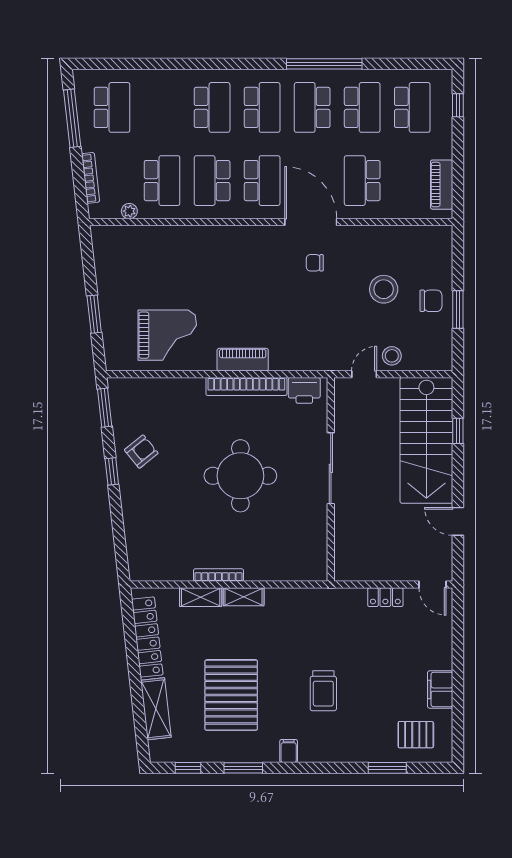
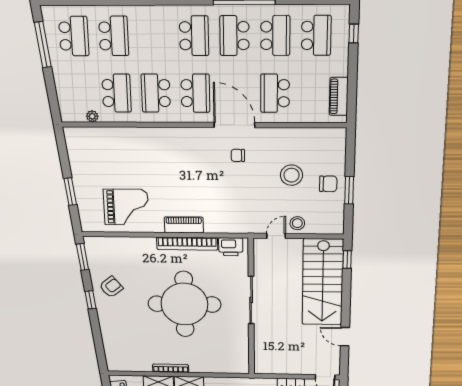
school desk: (212, 107) -> (114, 36), moved
bookcase: (91, 178) -> (61, 91), removed
window: (458, 431) -> (347, 259), moved
round table: (240, 476) -> (184, 304), width x1.36, depth x1.36

